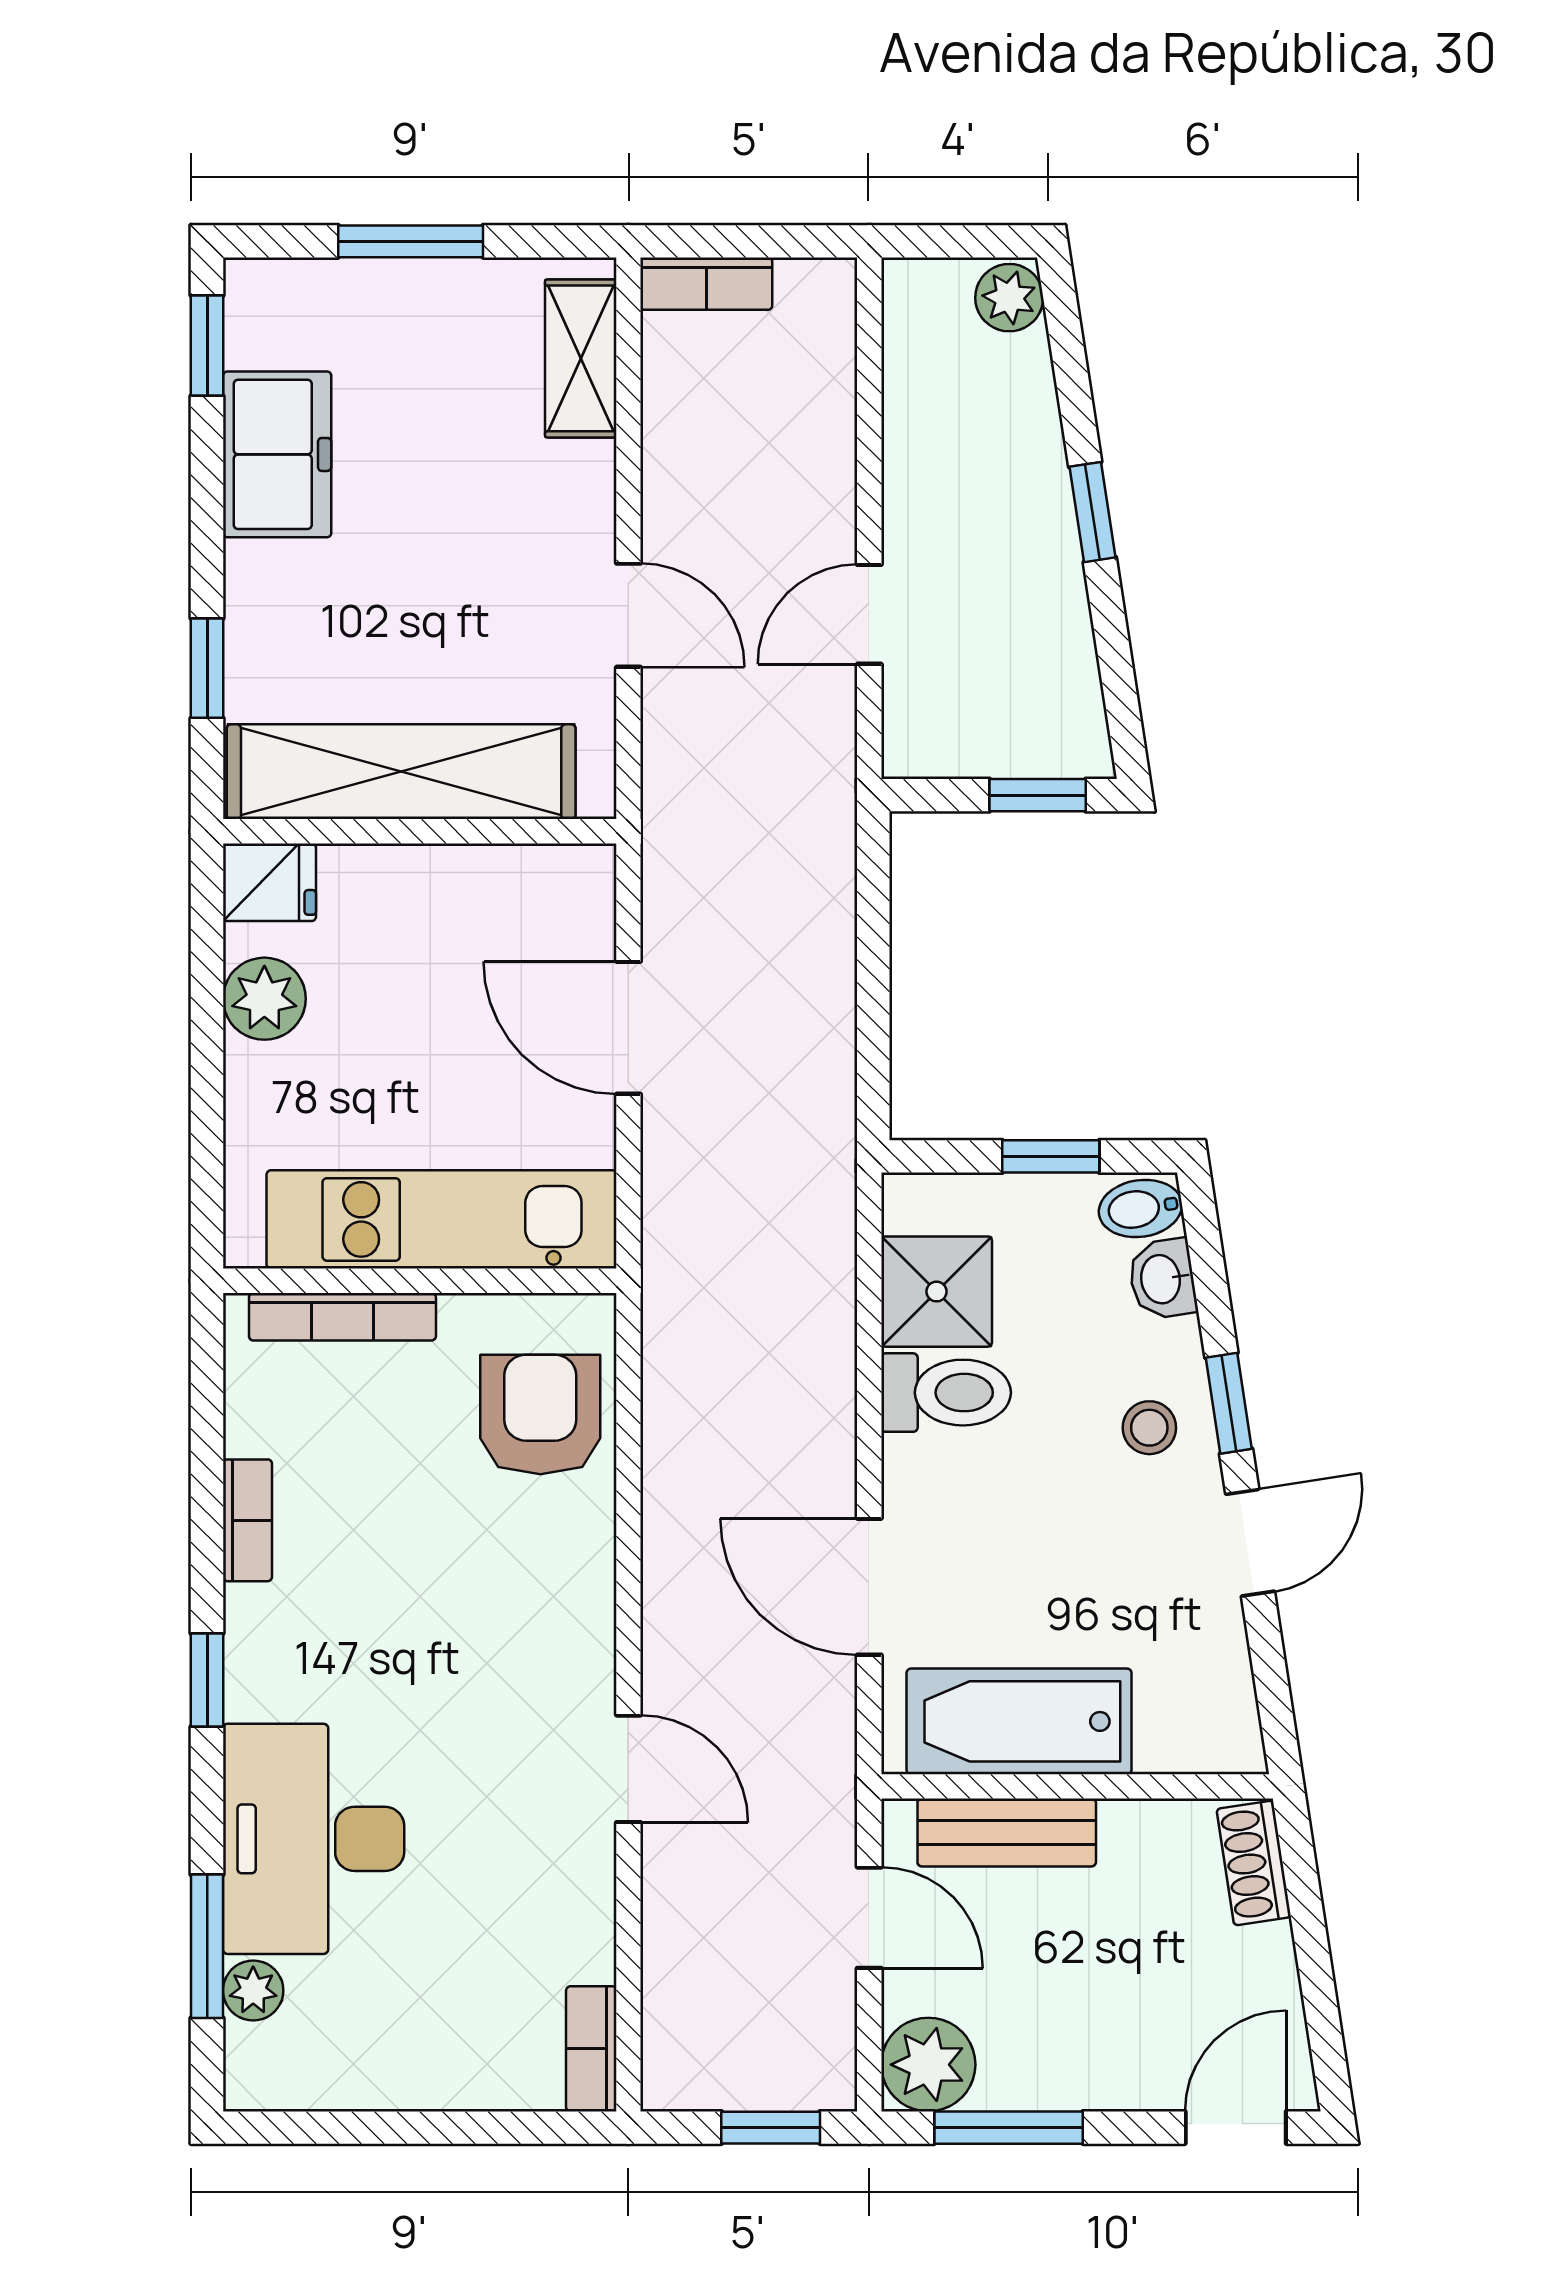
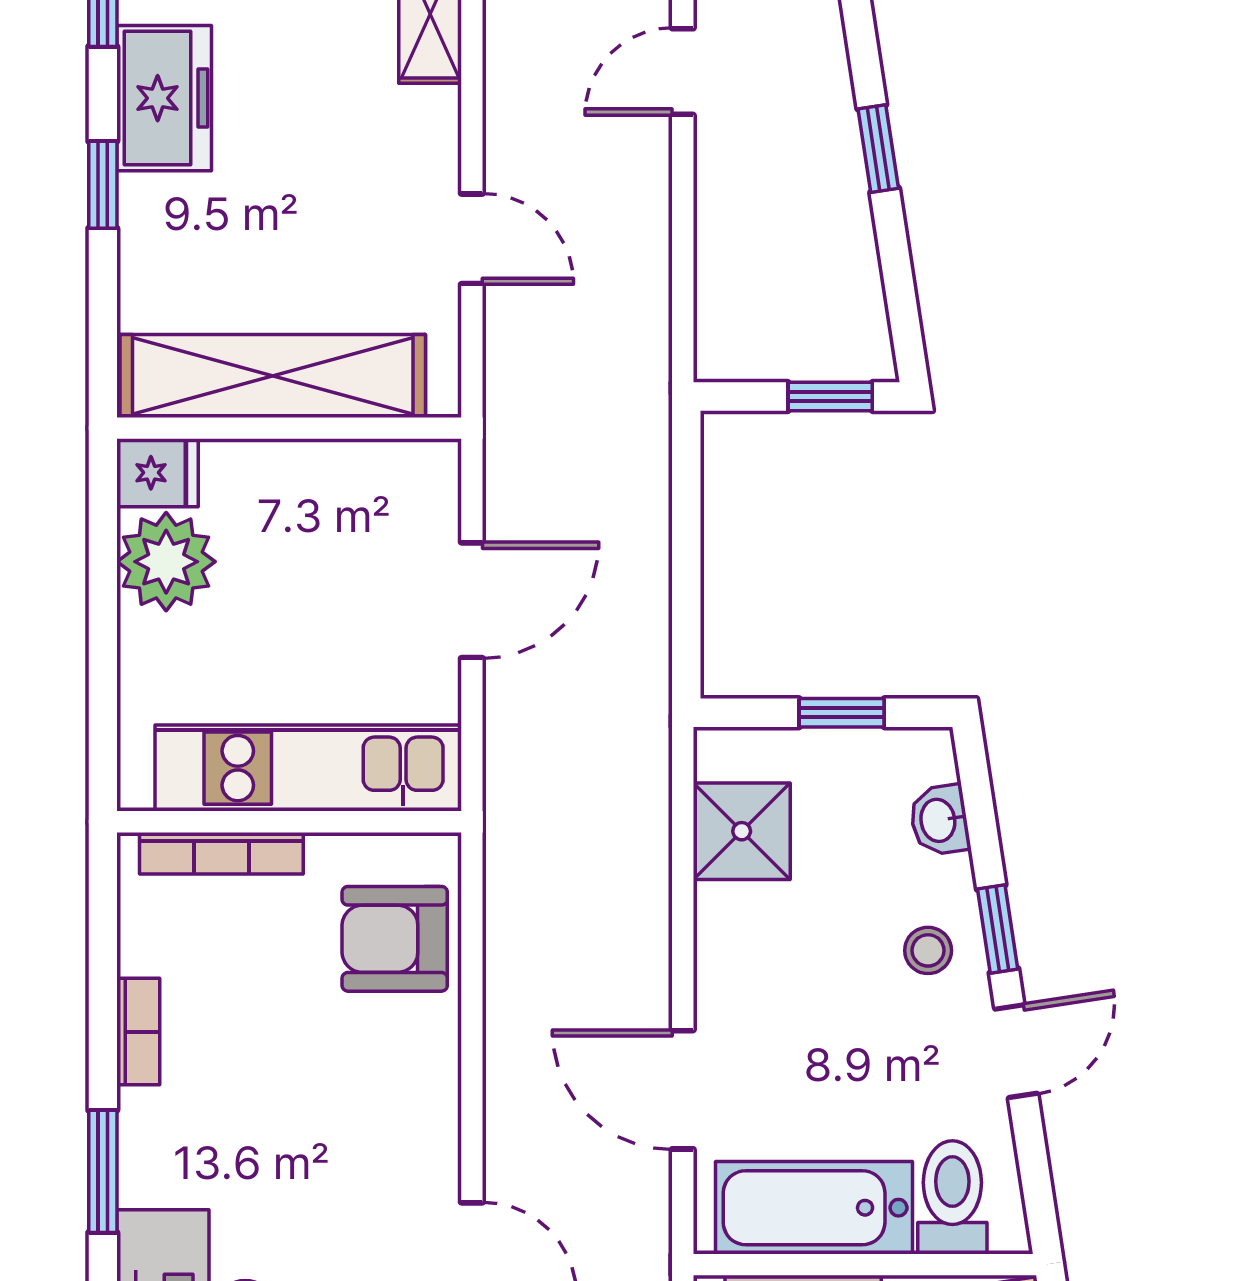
door: (869, 614) -> (683, 72), moved
window: (207, 668) -> (103, 185), moved
plant: (264, 999) -> (166, 562), width x1.36, depth x1.36
door: (628, 1028) -> (472, 600), swing flipped
bidet: (1140, 1208) -> (920, 758), removed
toilet: (946, 1393) -> (952, 1197), moved, turned -90
armchair: (540, 1414) -> (395, 939), turned -90
window: (207, 1680) -> (103, 1171), width x1.50

